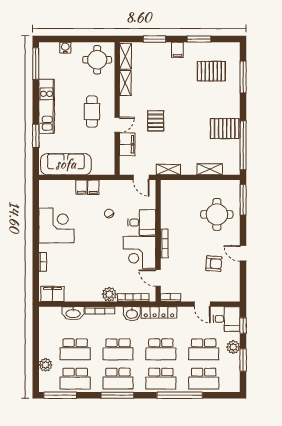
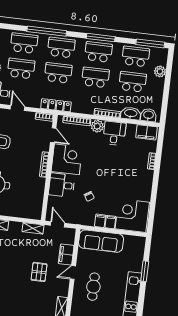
sofa: (66, 164) -> (101, 241), moved
corner desk: (56, 225) -> (132, 216), moved, turned 90
desk: (89, 289) -> (114, 133), added
washbasin: (132, 314) -> (148, 115), moved

